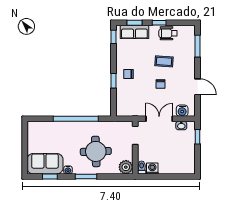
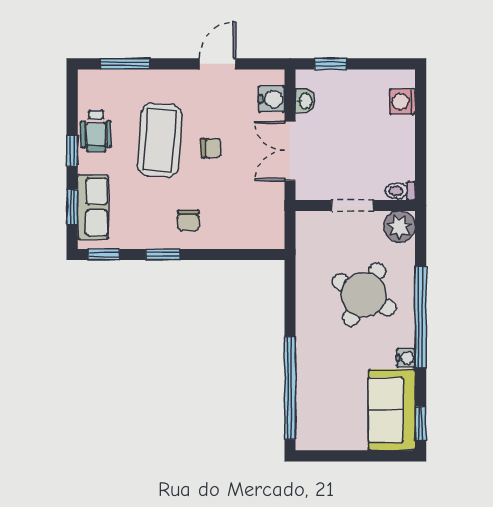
coffee table: (164, 61) -> (160, 140), width x1.86, depth x1.72
window: (114, 81) -> (163, 254), moved
window: (76, 119) -> (290, 388), moved
doorway: (135, 135) -> (353, 205), moved
round table: (96, 151) -> (364, 295), turned 31
washing machine: (152, 168) -> (402, 102), moved
window: (50, 176) -> (421, 424), moved
window: (86, 176) -> (421, 317), width x2.11

